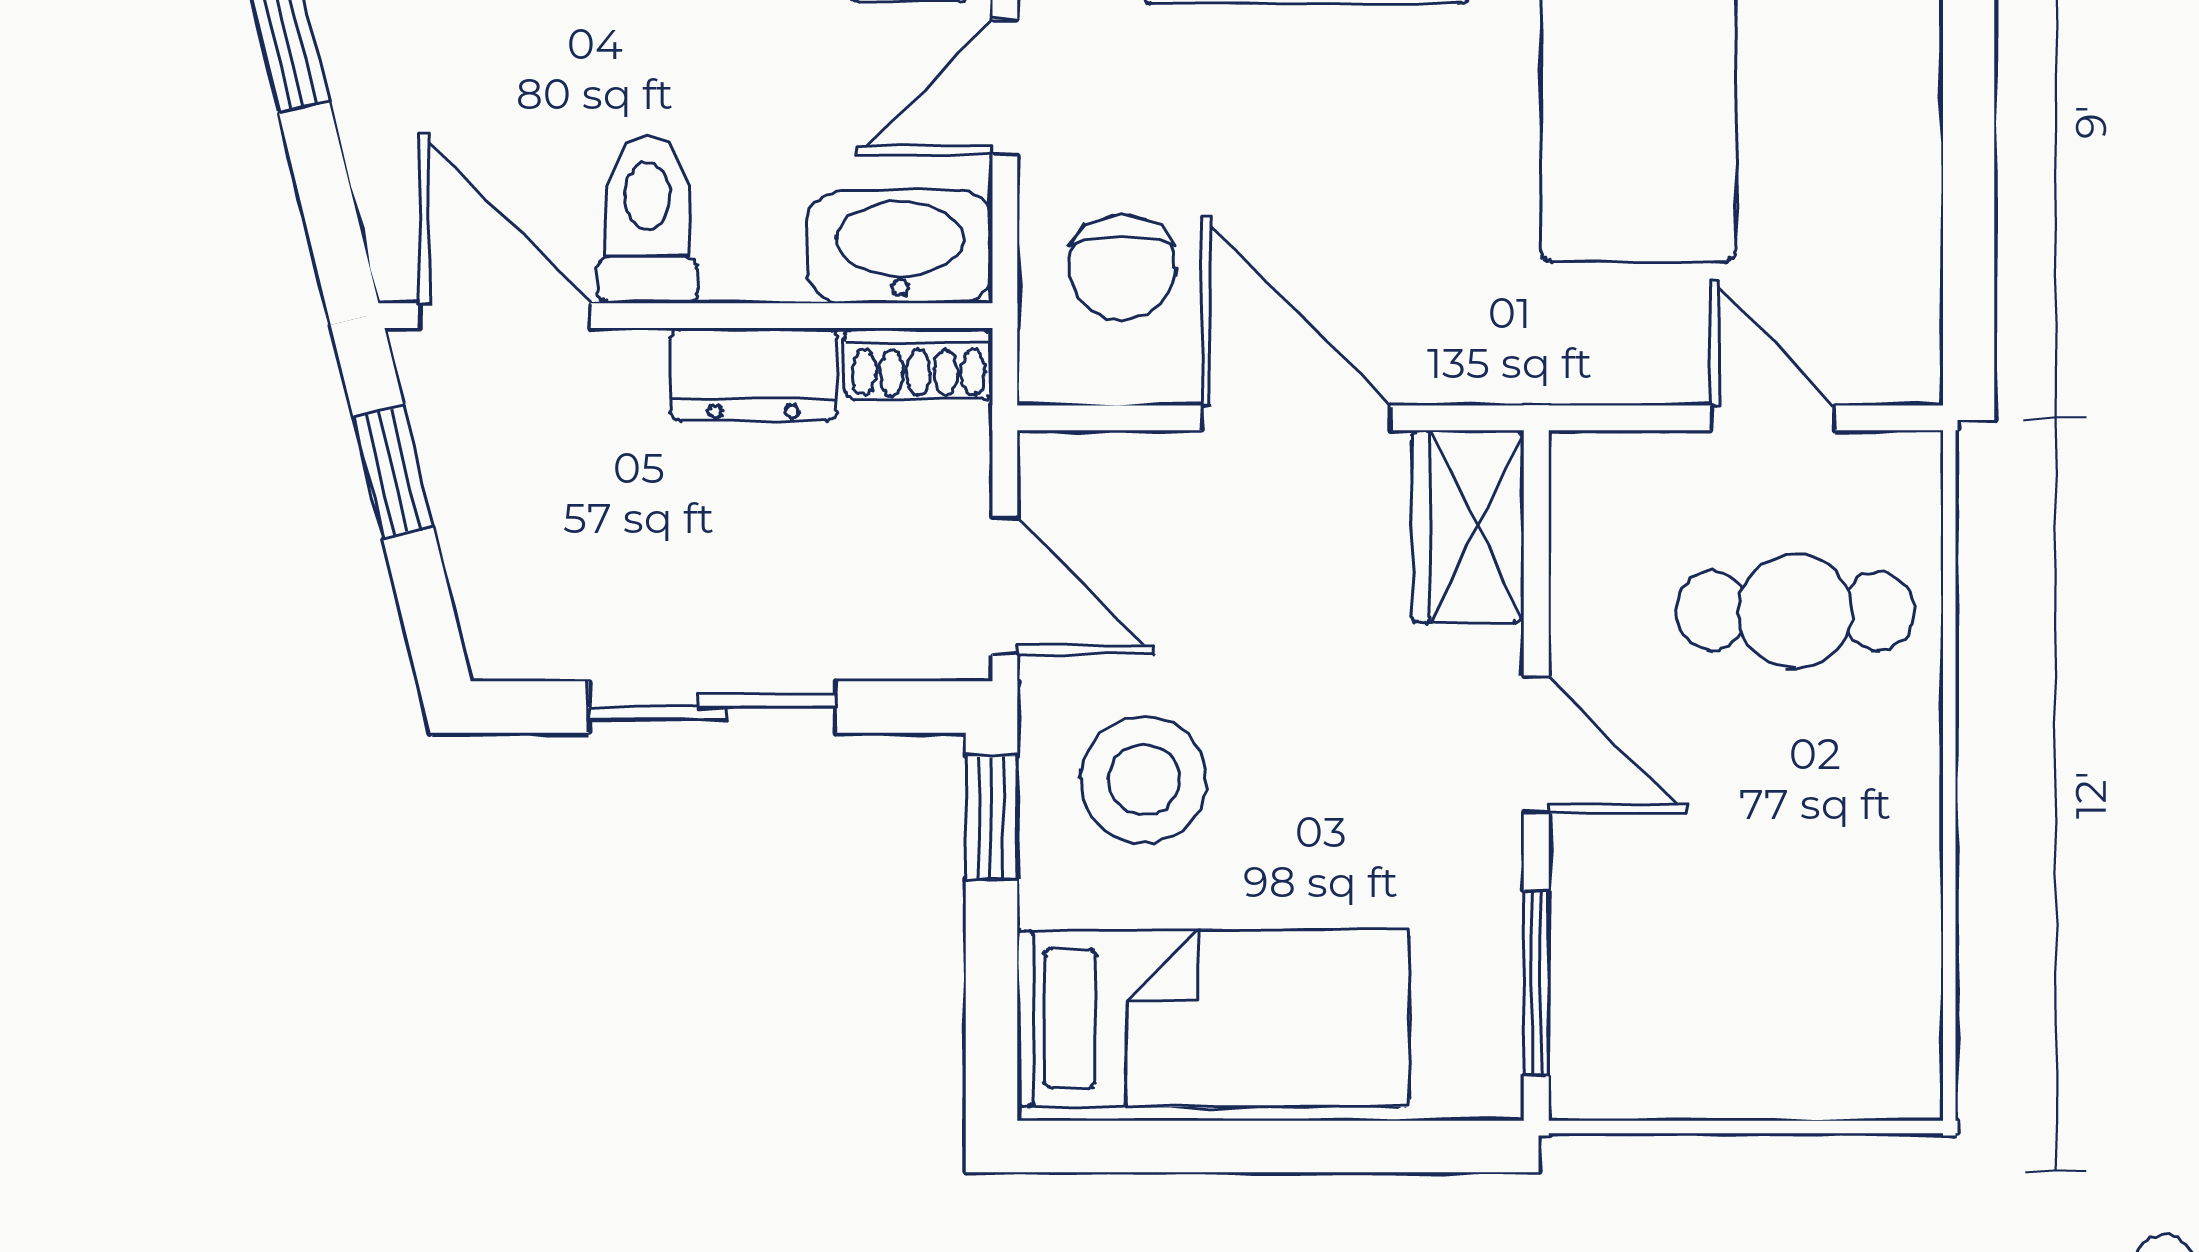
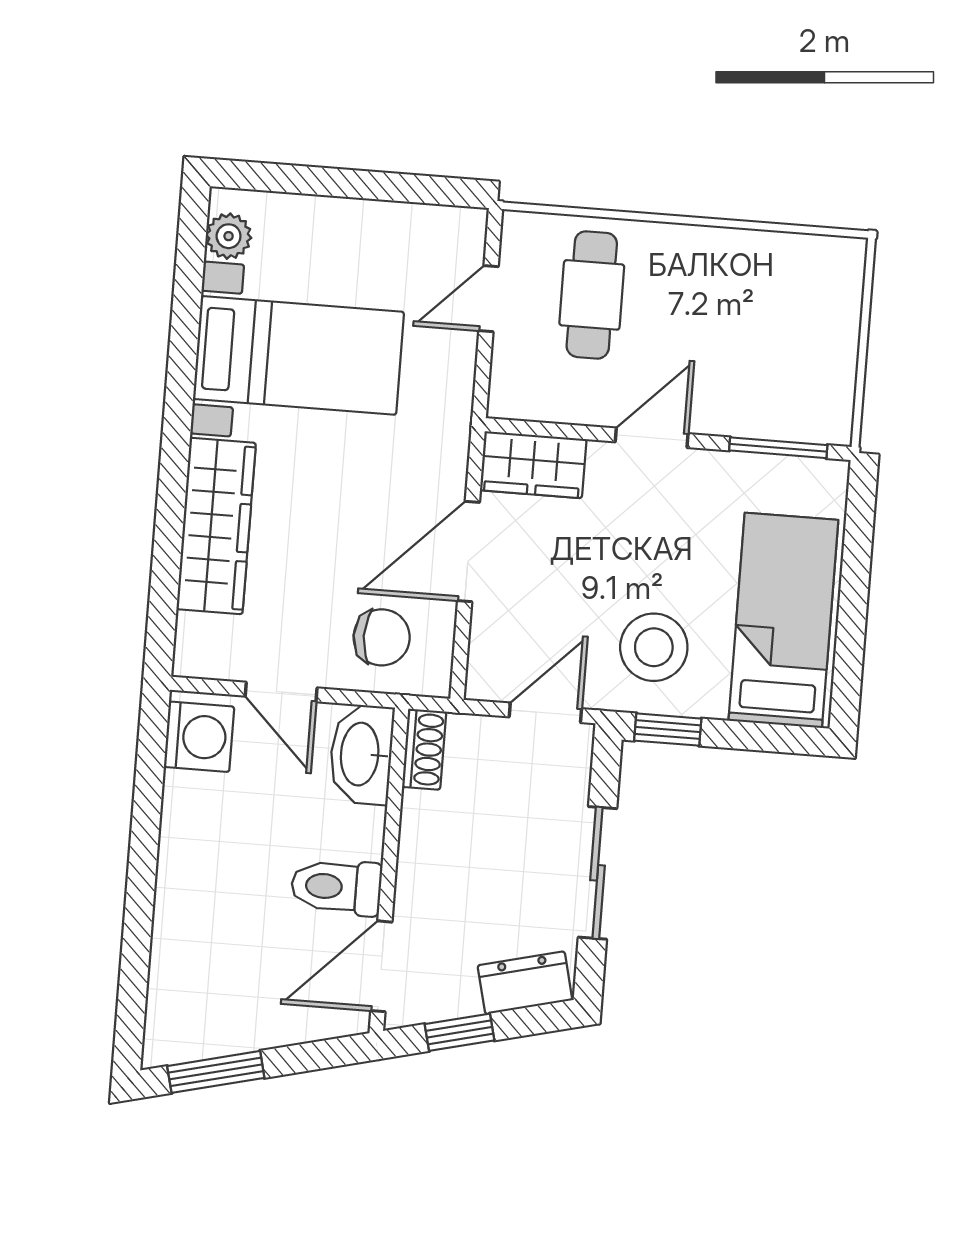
dresser: (754, 375) -> (525, 983), moved, turned -104

